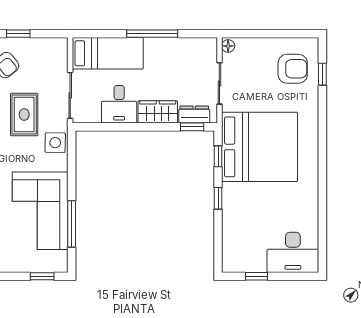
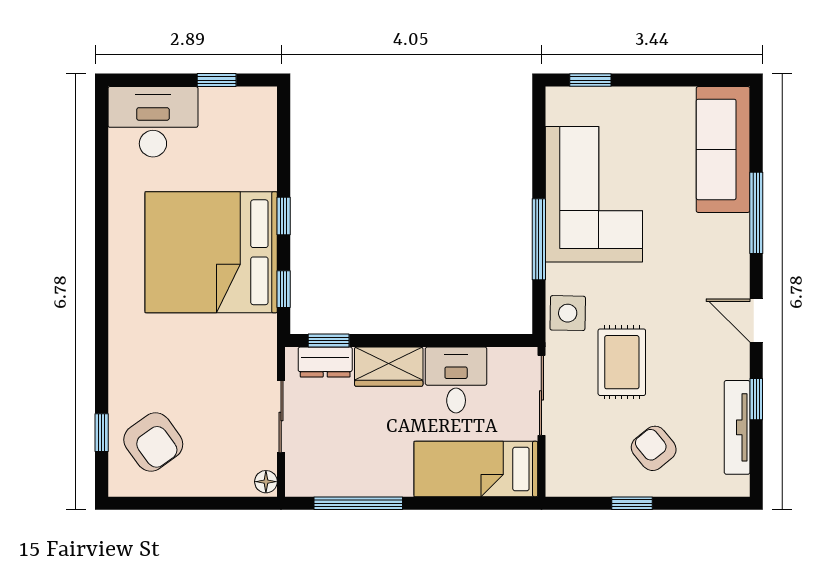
window: (152, 34) -> (358, 503), moved
armchair: (293, 69) -> (153, 442), turned -126
bed: (260, 147) -> (211, 252), moved
window: (72, 224) -> (539, 239), moved

